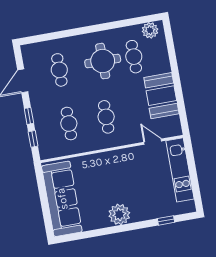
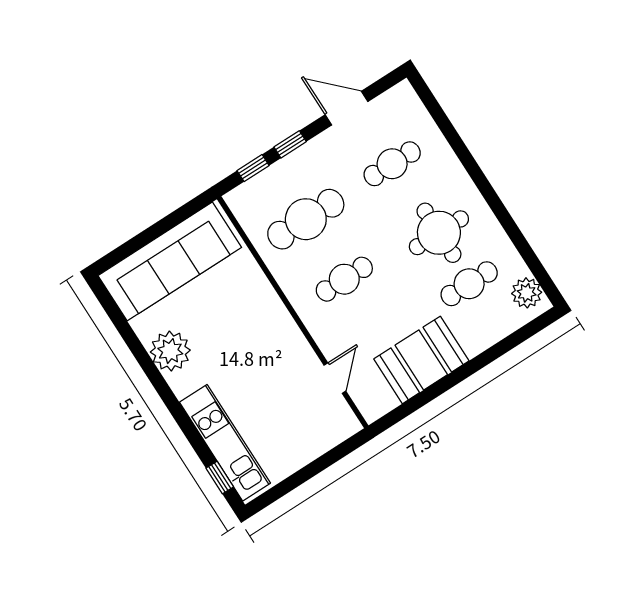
cafe table: (69, 124) -> (306, 219), width x1.37, depth x1.35
kitchen unit: (180, 170) -> (225, 443), moved, turned 90
plant: (119, 214) -> (170, 351), moved
window: (166, 220) -> (220, 477), moved

